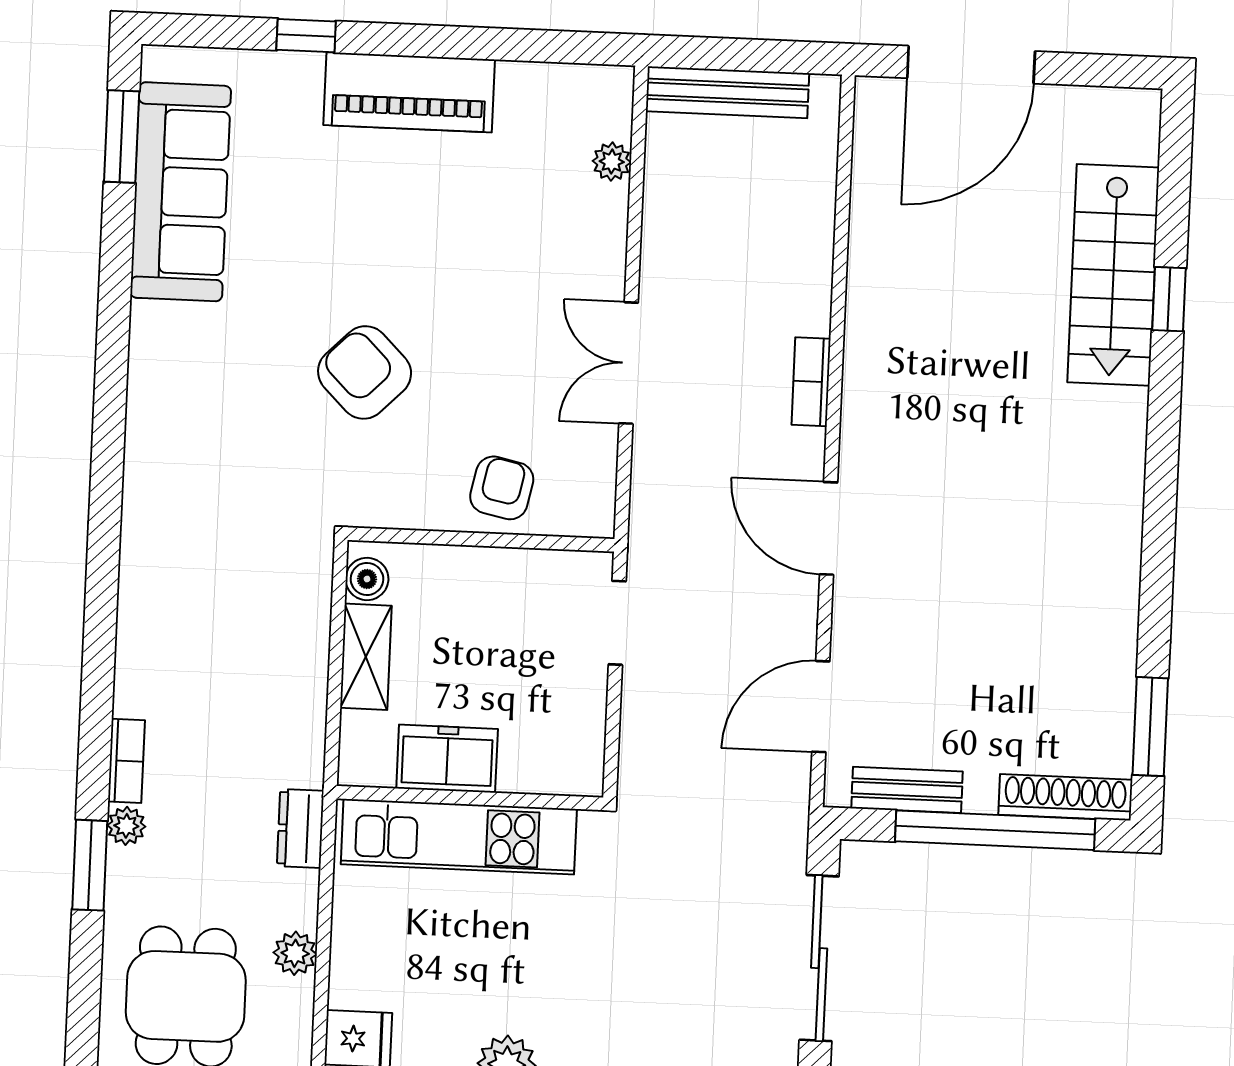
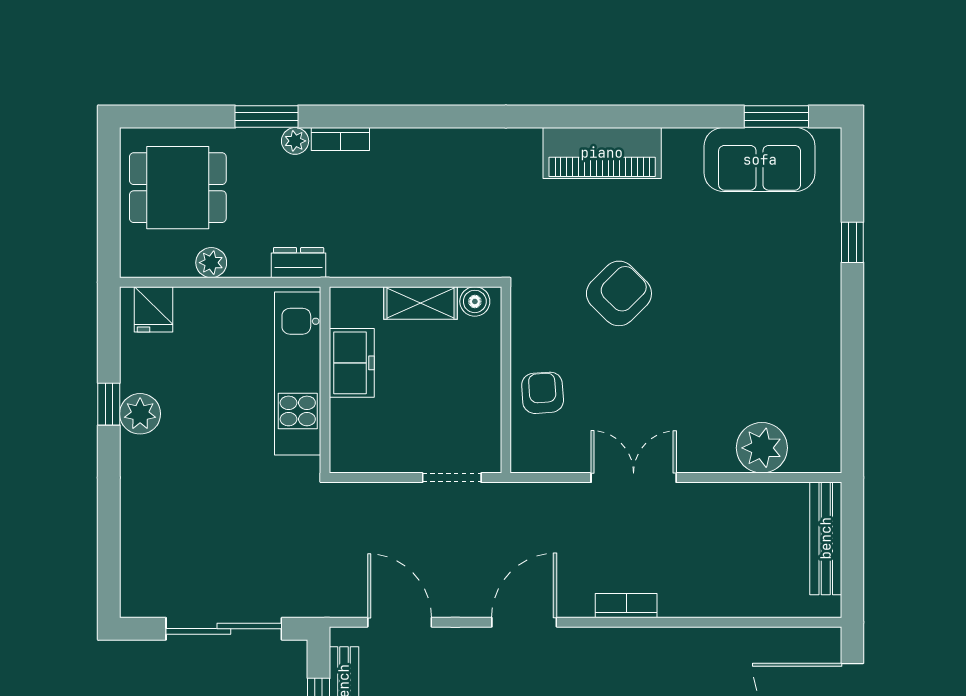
piano: (409, 92) -> (602, 153), moved, turned -90
plant: (612, 162) -> (762, 448), width x1.87, depth x1.87
sofa: (181, 192) -> (760, 160), width x0.73
armchair: (502, 488) -> (543, 393), turned -106

